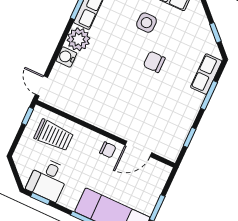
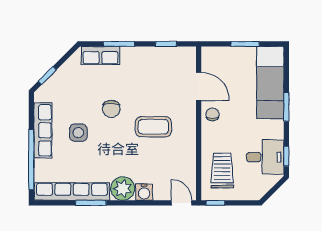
window: (215, 33) -> (47, 75), moved
door: (41, 86) -> (182, 203), swing flipped
coffee table: (121, 92) -> (153, 127), added

